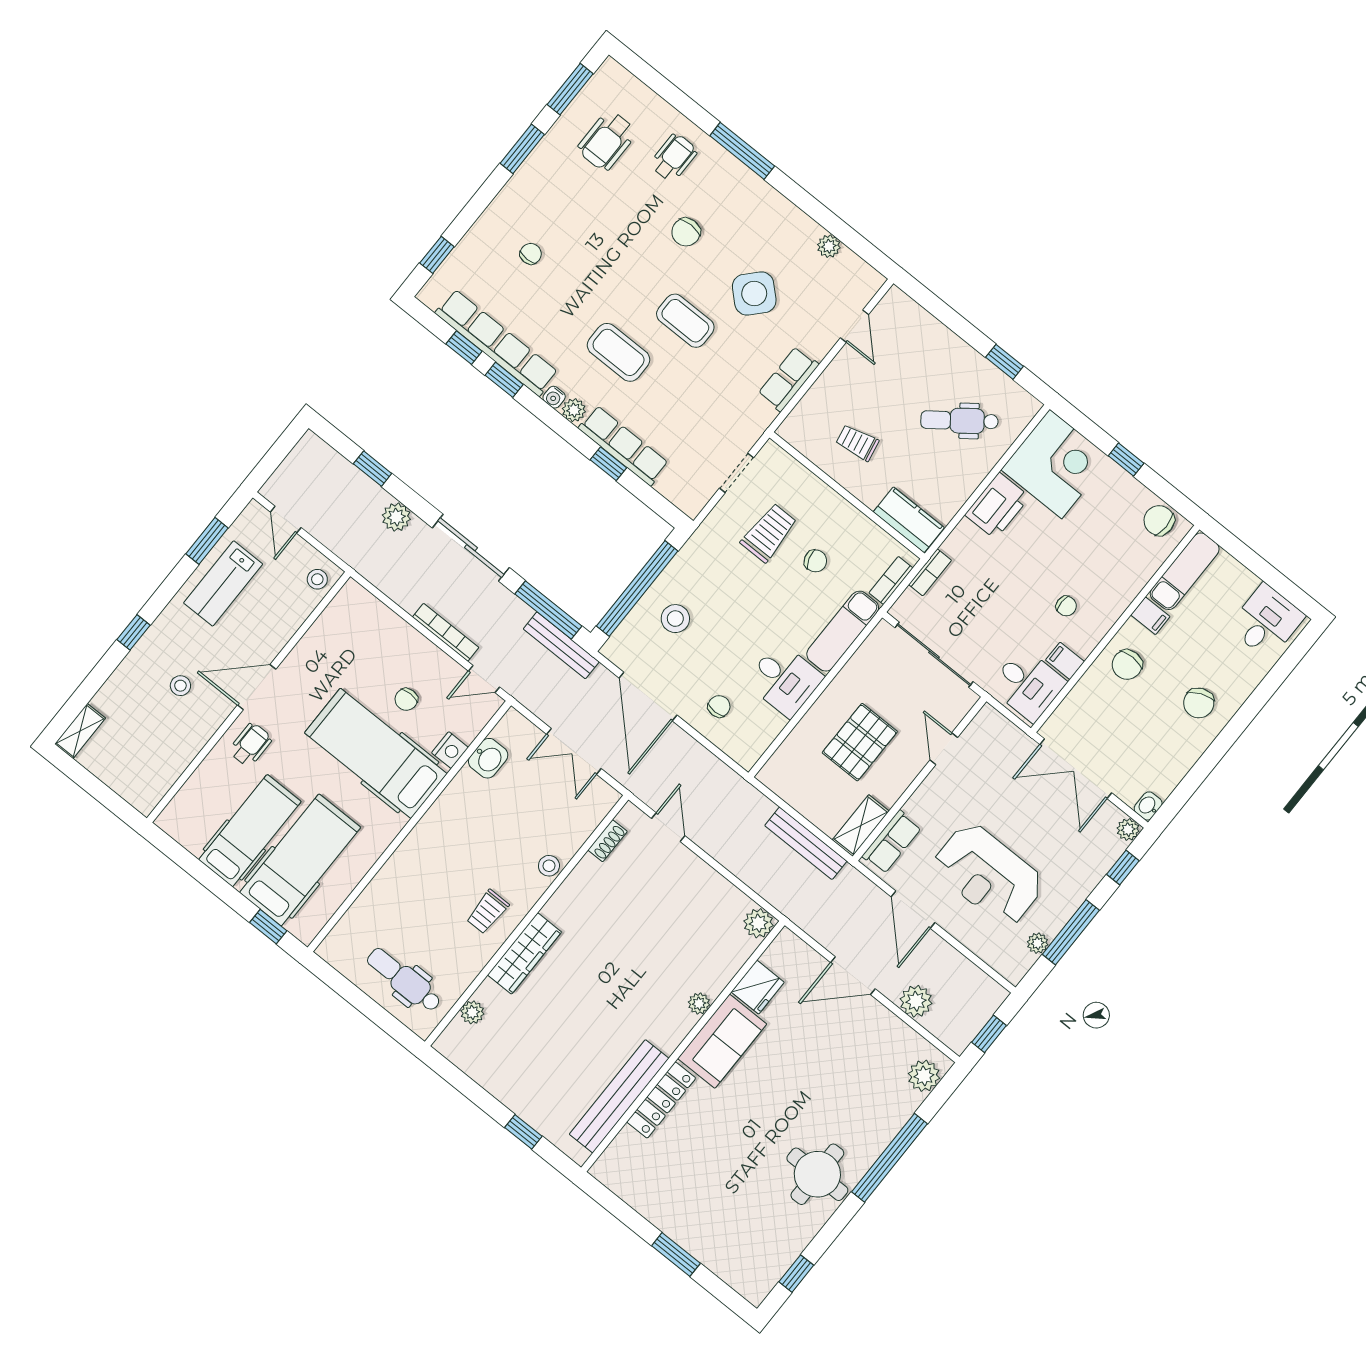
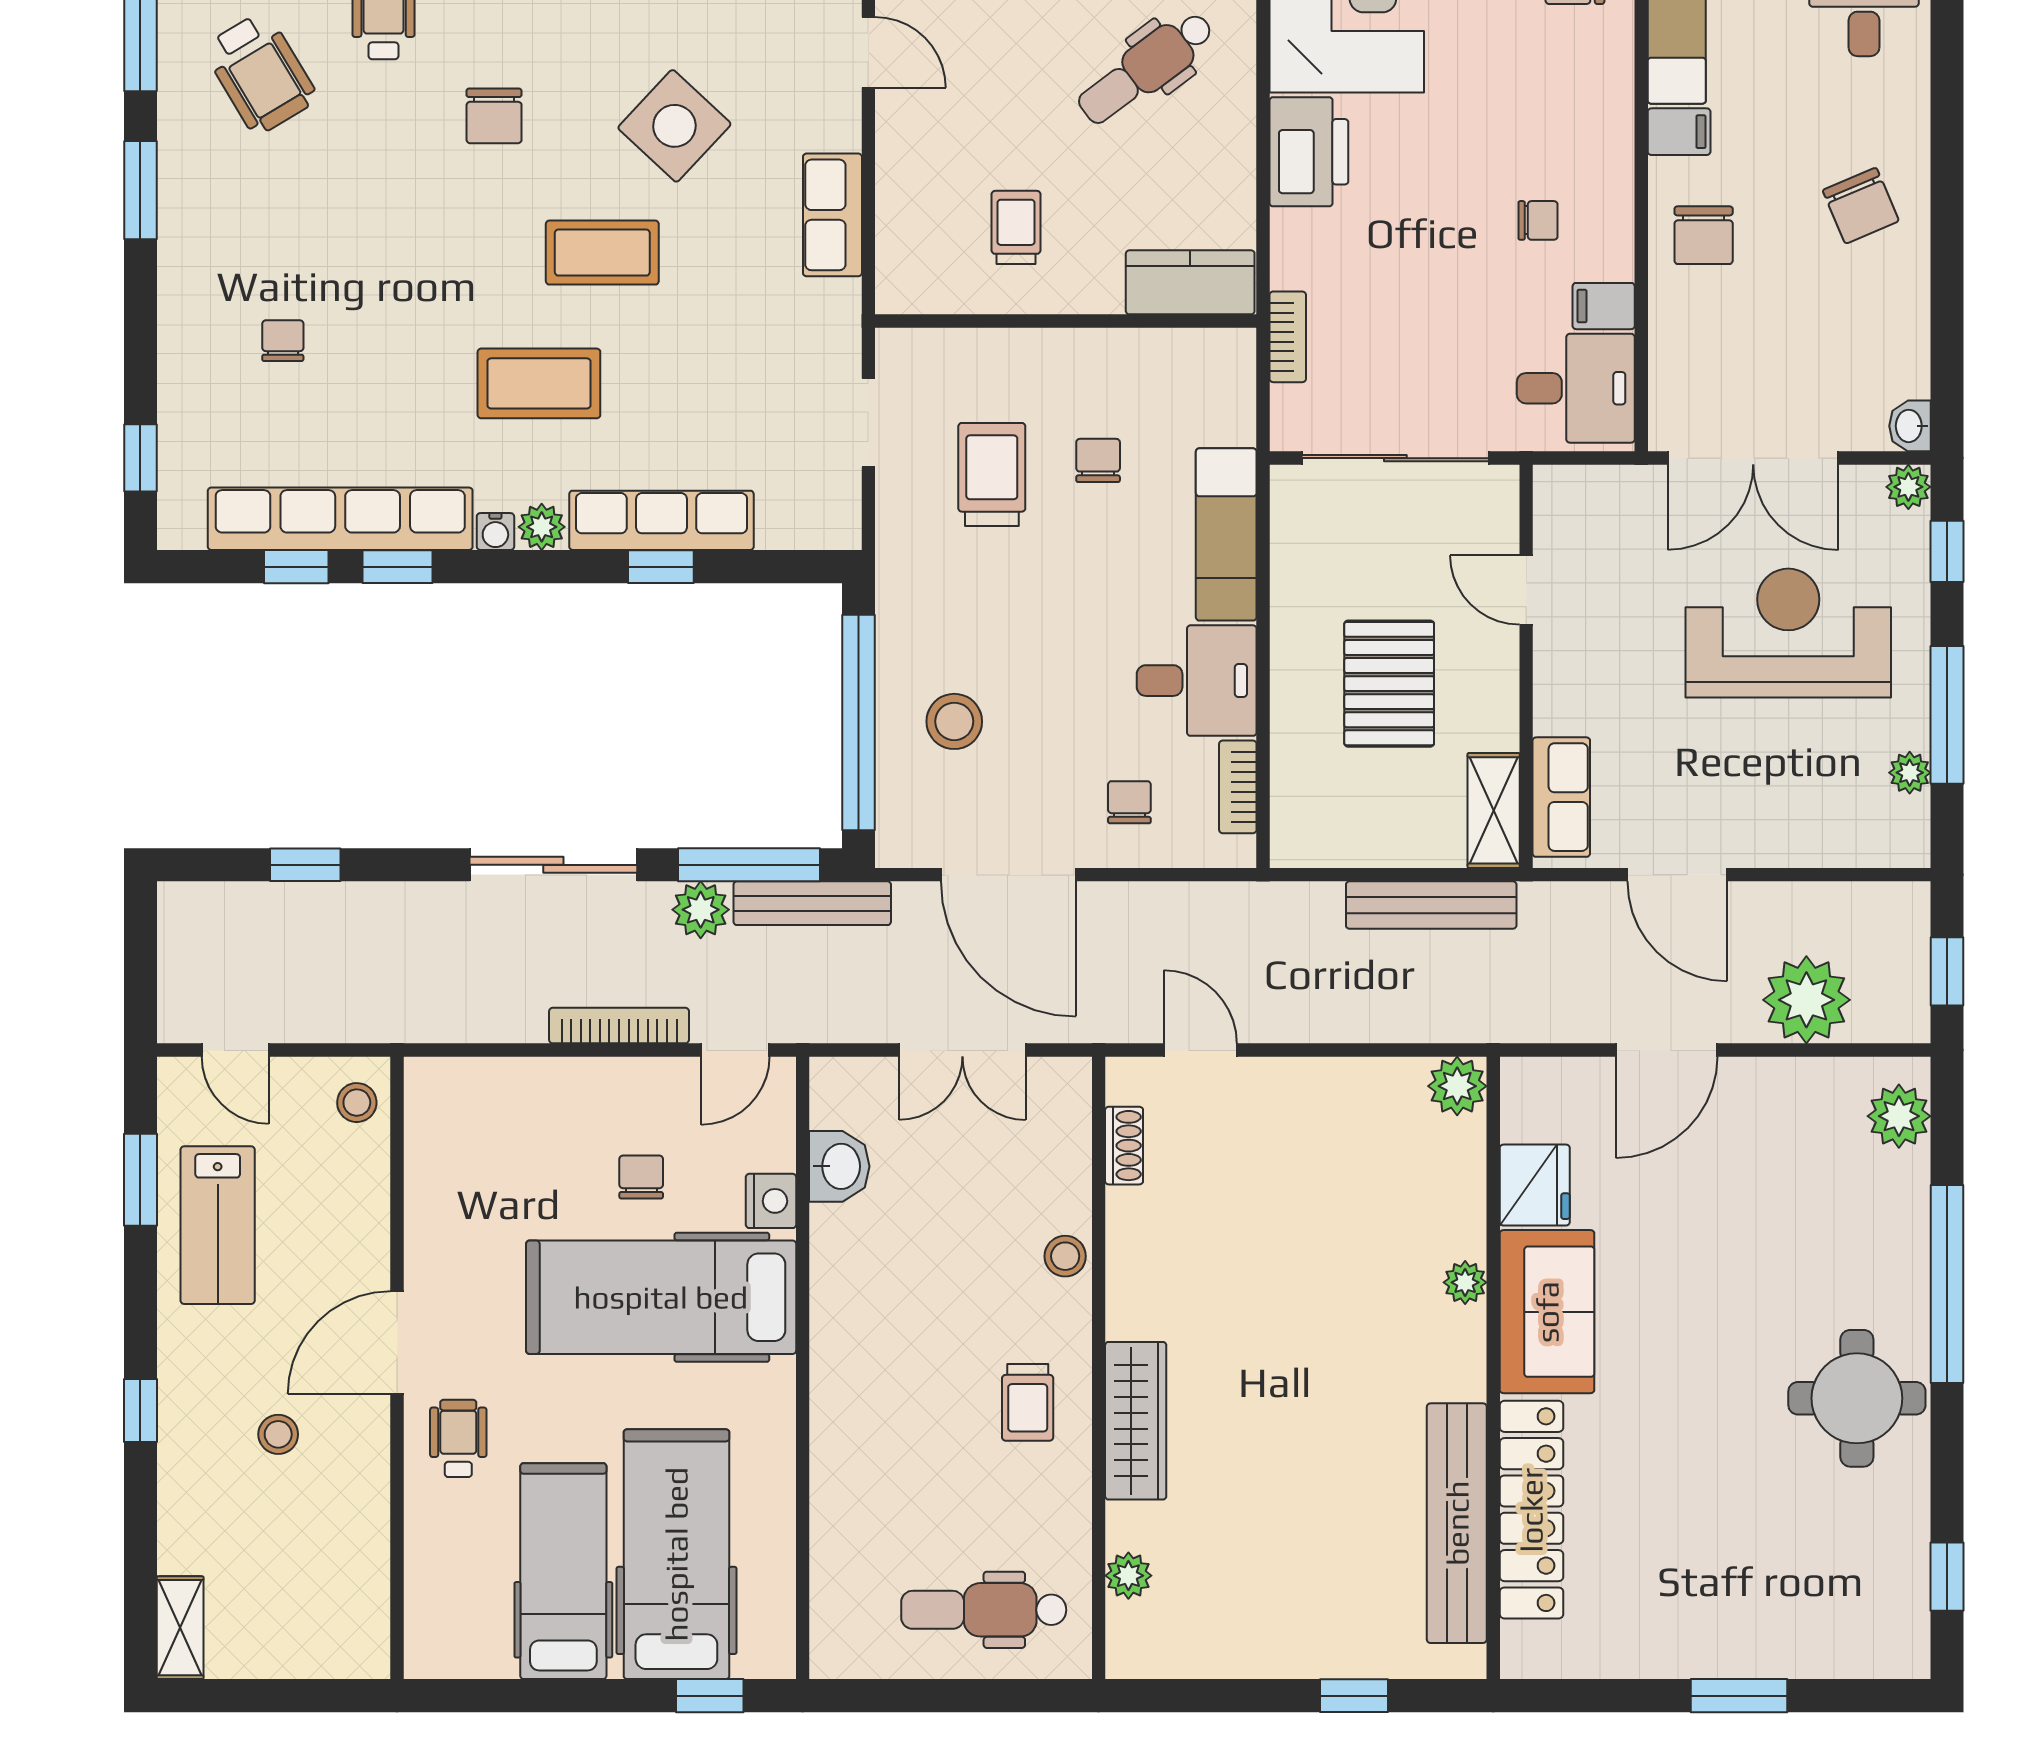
wheelchair: (607, 141) -> (260, 73), turned -31
trolley: (857, 443) -> (1016, 227), turned 101
plant: (396, 517) -> (701, 910), moved
chair: (815, 561) -> (1098, 460), turned -73
bookcase: (891, 580) -> (1238, 787), moved
chair: (406, 699) -> (641, 1177), turned 180
reception desk: (988, 875) -> (1788, 633), moved, turned 180
plant: (916, 1001) -> (1806, 1000), width x1.36, depth x1.36
locker: (661, 1100) -> (1531, 1510), width x1.41, depth x1.21

